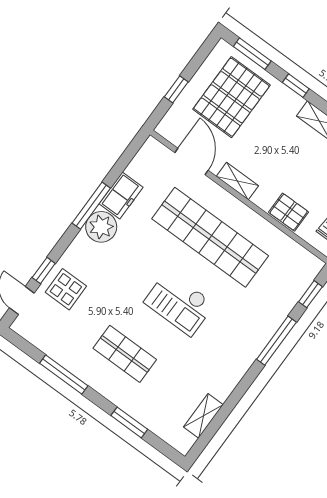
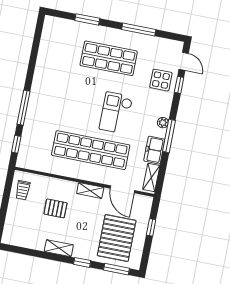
pallet: (289, 212) -> (55, 208), moved
plant: (101, 227) -> (163, 123), width x0.53, depth x0.53
checkout: (179, 303) -> (116, 113), moved, turned -90
shop shelf: (125, 354) -> (109, 58), width x1.43, depth x1.36
shelving: (203, 416) -> (151, 177), moved

